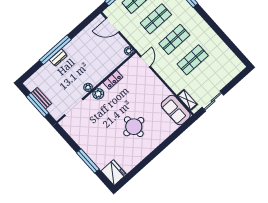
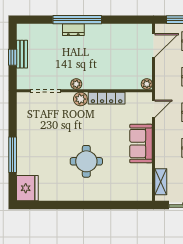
door: (113, 25) -> (154, 45), swing flipped
locker: (113, 80) -> (107, 98), width x1.53
window: (38, 105) -> (13, 57), width x0.46
sofa: (176, 110) -> (141, 144), moved

